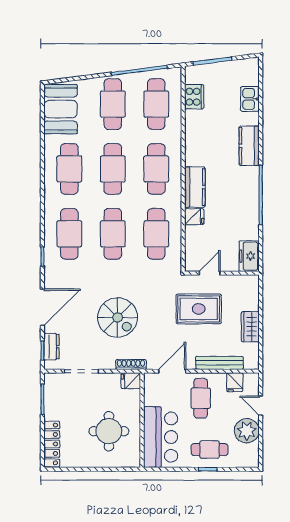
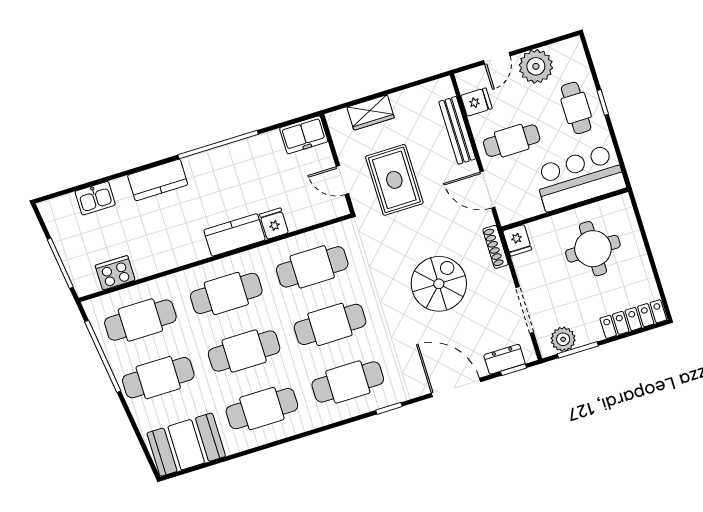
wardrobe: (250, 327) -> (371, 112), moved
plant: (53, 391) -> (563, 339), added

